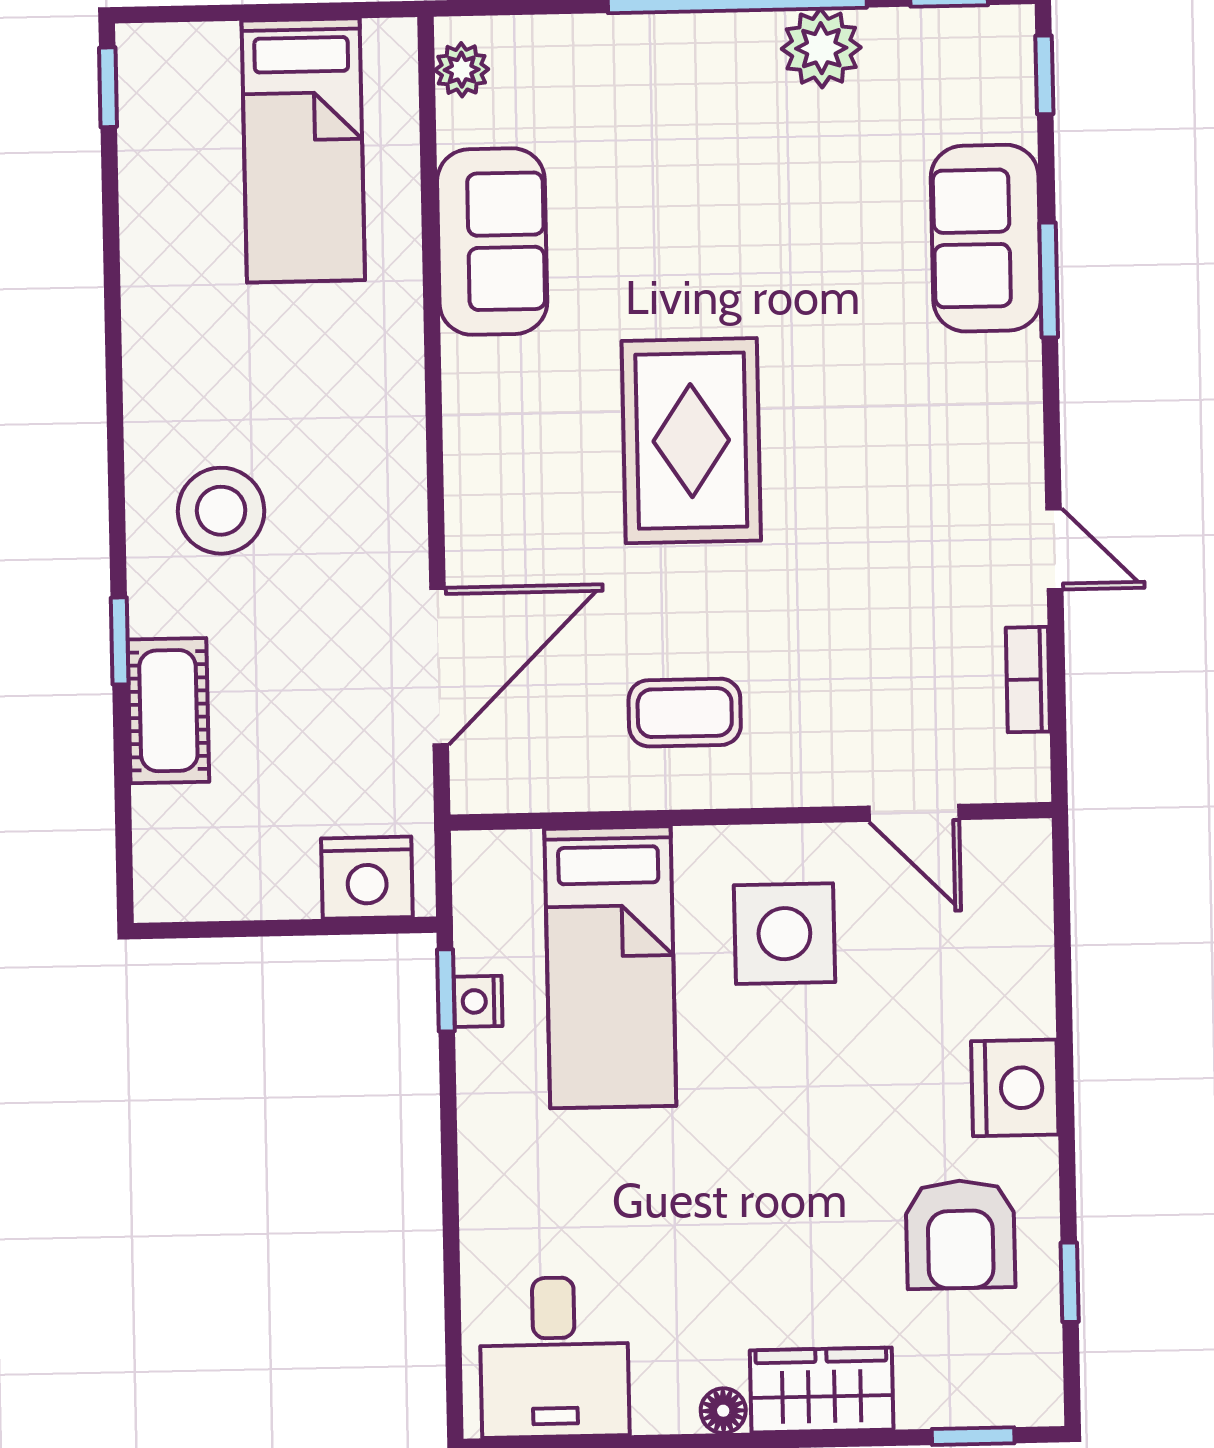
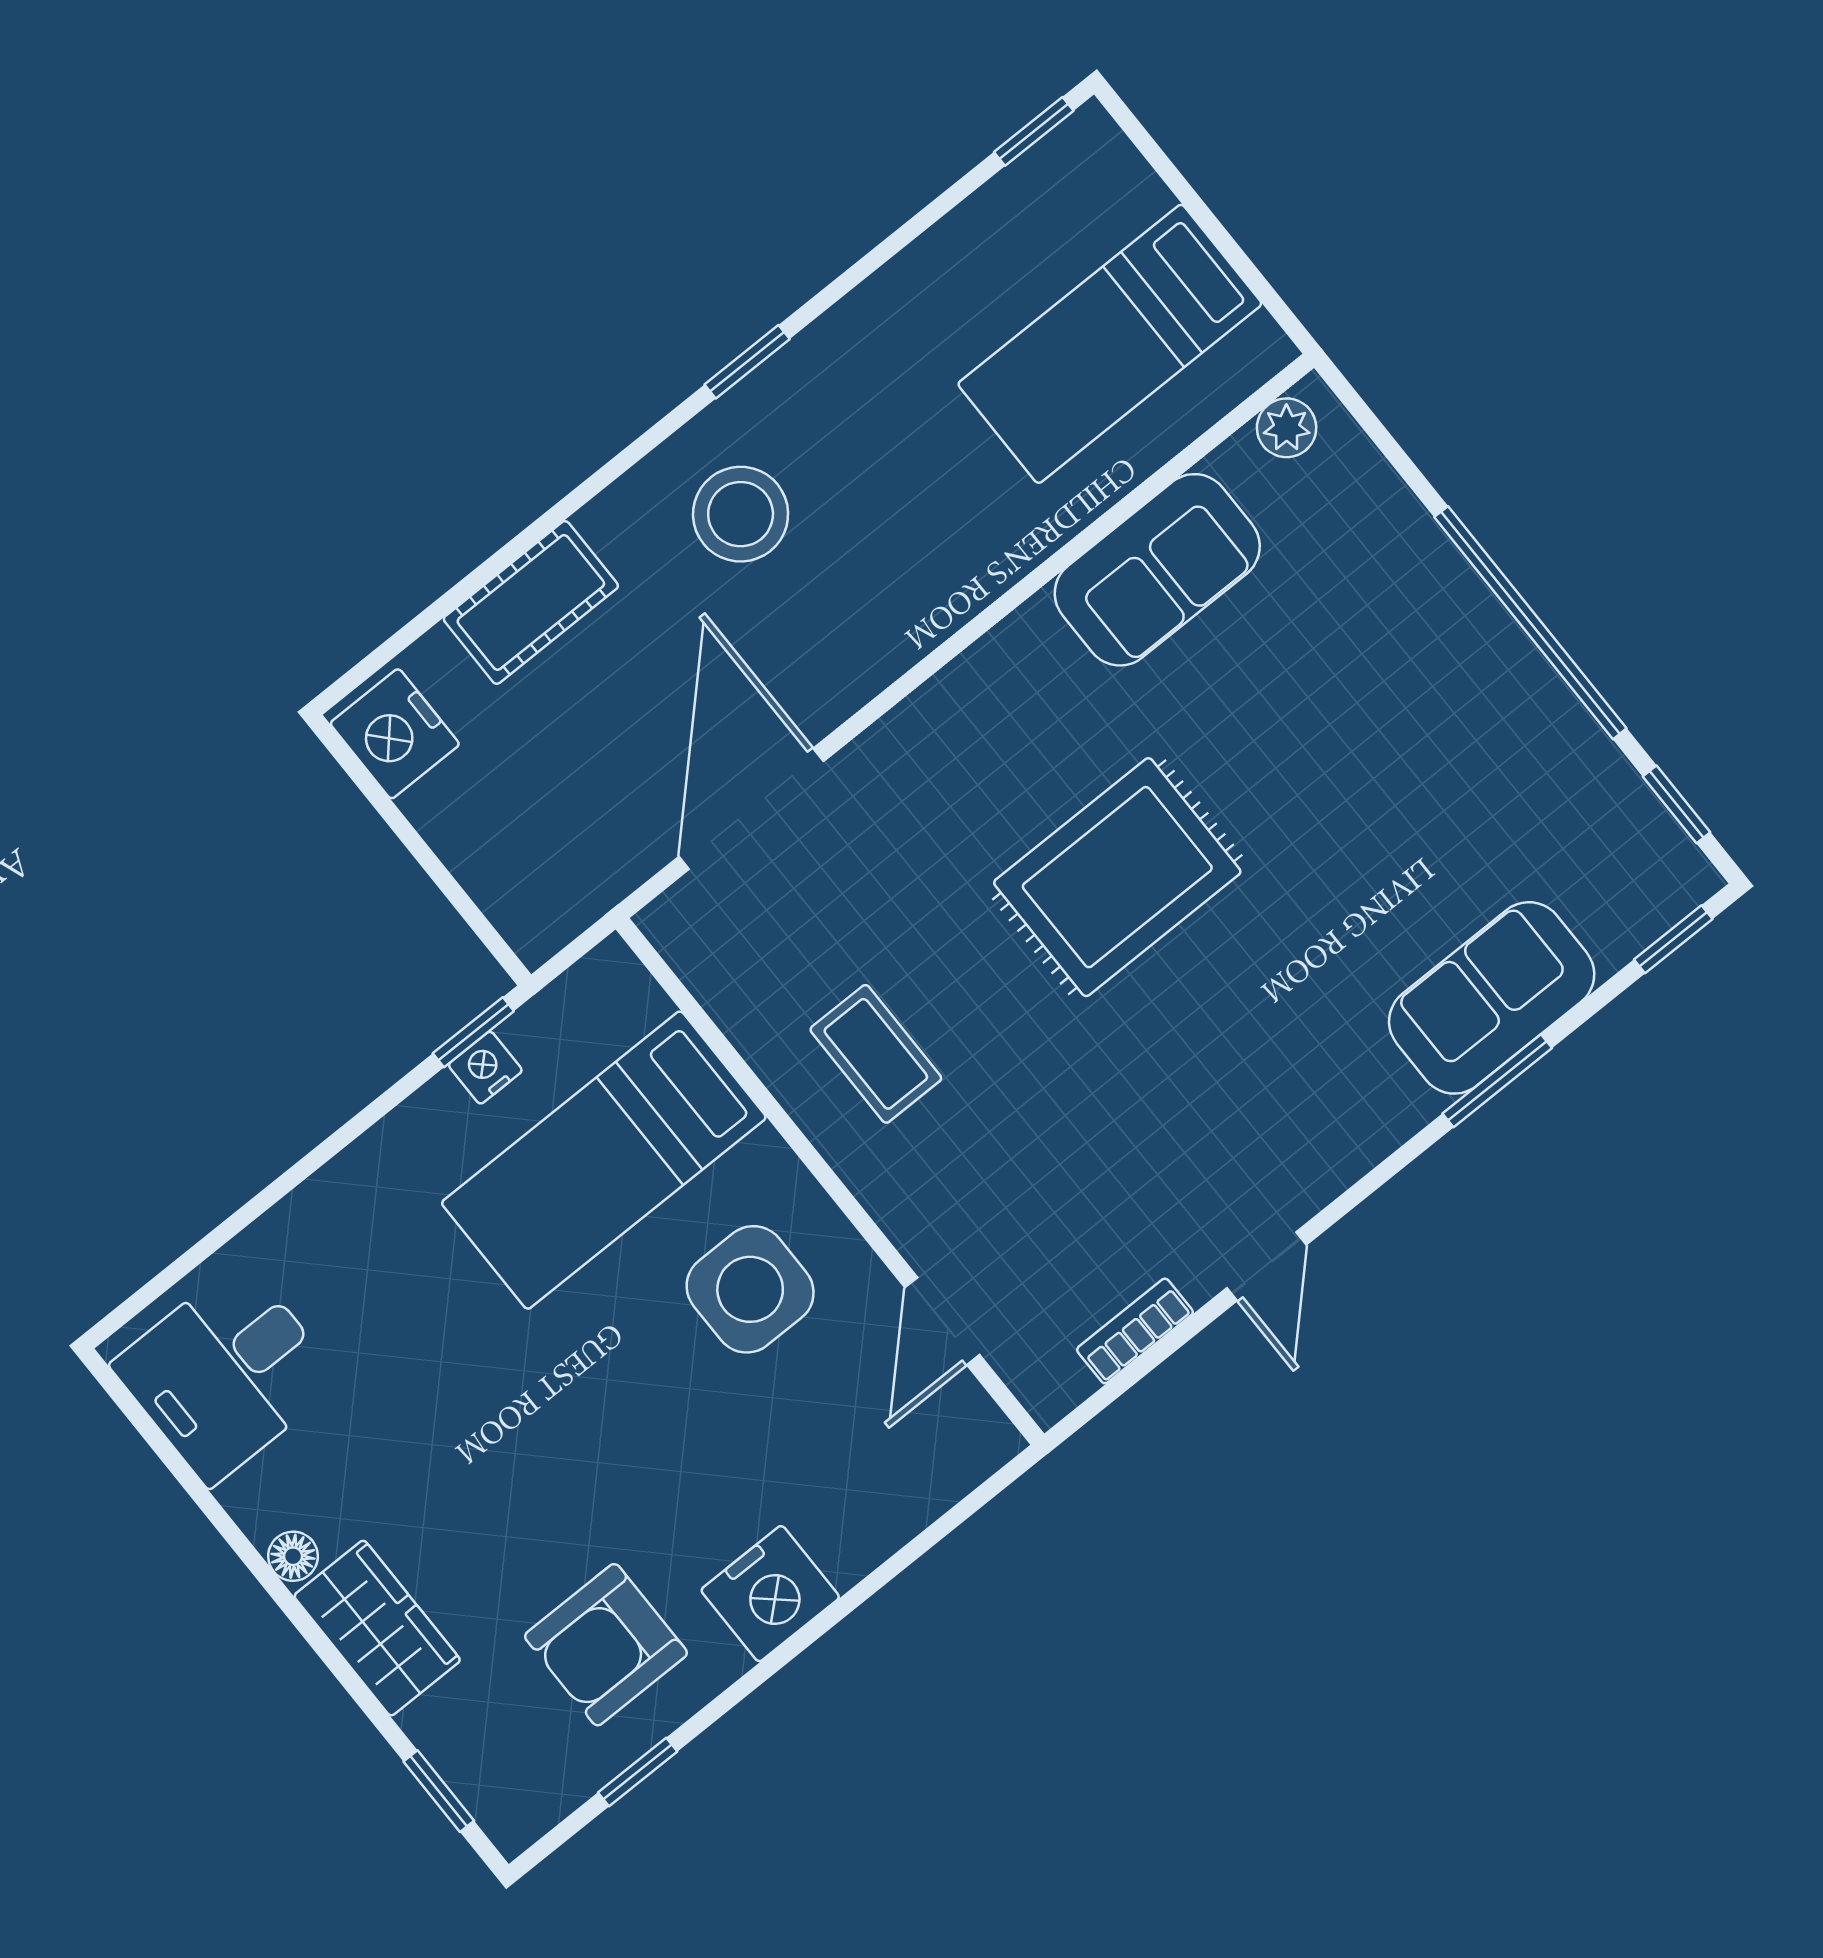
plant: (821, 48) -> (1547, 727), removed
window: (120, 641) -> (747, 362), moved
door: (439, 666) -> (751, 809), swing flipped
nightstand: (367, 878) -> (395, 734), moved

